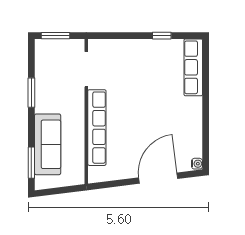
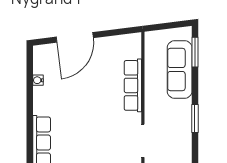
row of seats: (97, 128) -> (133, 85), width x0.73
water cooler: (197, 164) -> (38, 80), moved

